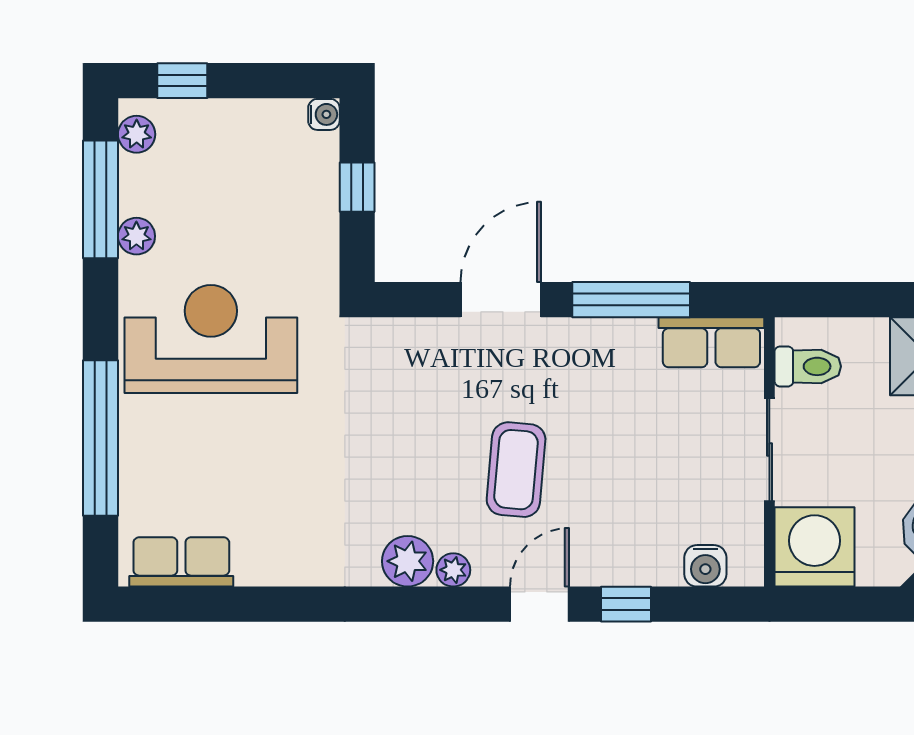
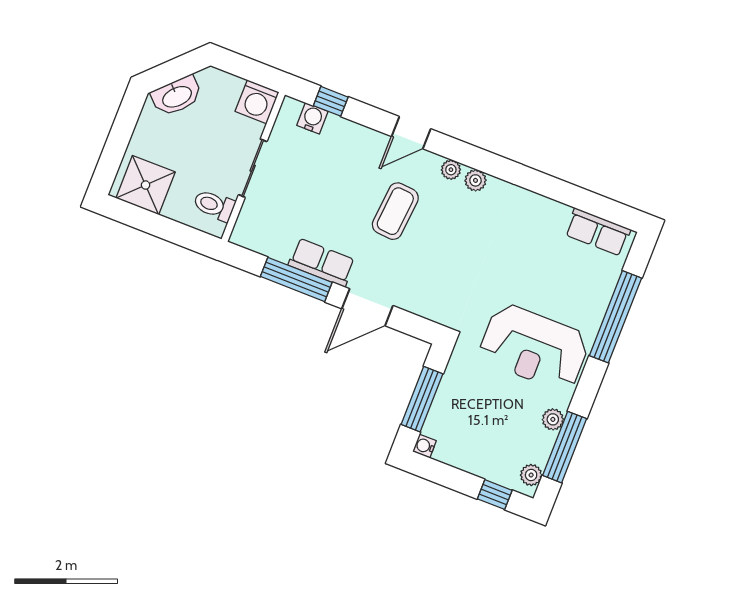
window: (357, 187) -> (422, 399), width x2.17
row of seats: (711, 342) -> (322, 263), moved
washing machine: (814, 547) -> (257, 102), width x0.73, depth x0.73
plant: (408, 561) -> (475, 180), width x0.73, depth x0.73
window: (626, 604) -> (331, 101), moved

